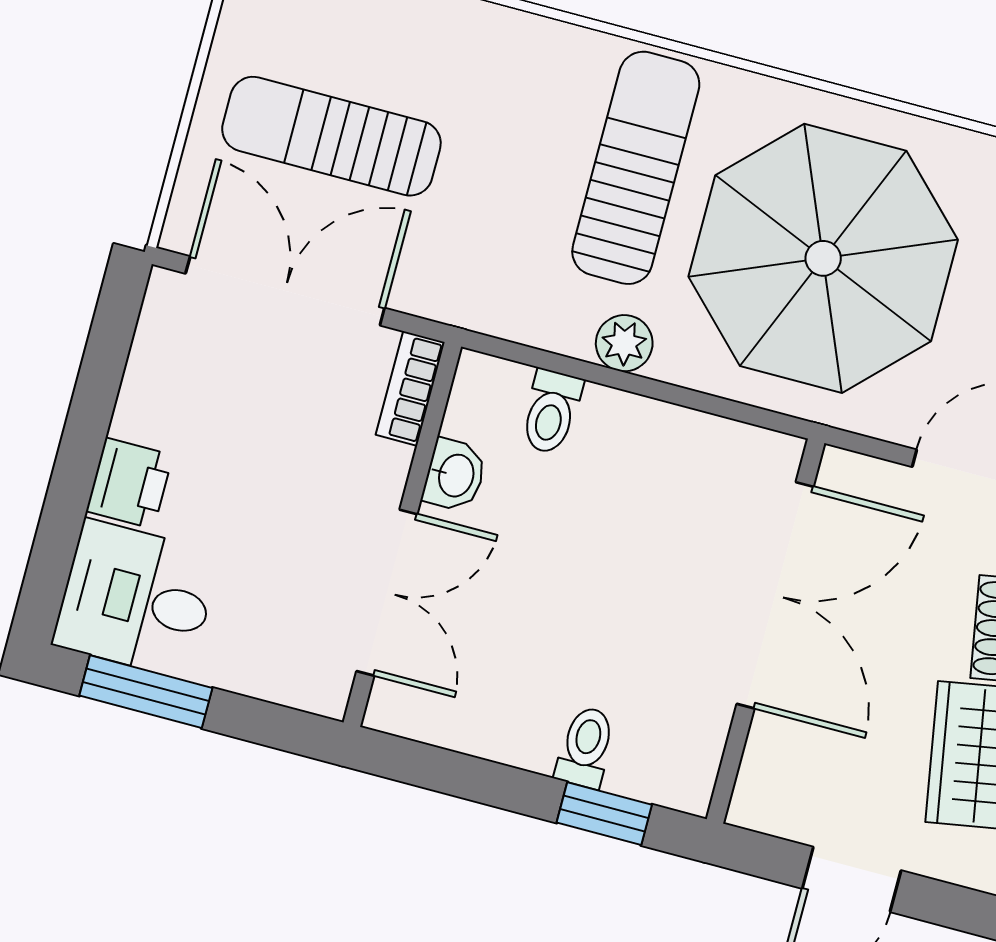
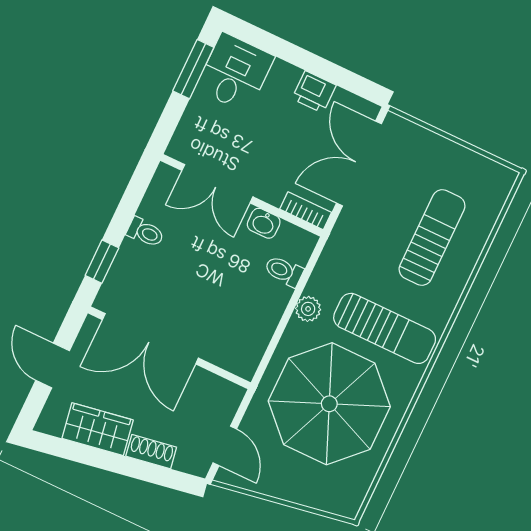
sun lounger: (331, 136) -> (432, 238), moved
double door: (285, 291) -> (359, 163), swing flipped
printer: (130, 483) -> (314, 92), moved
double door: (775, 595) -> (150, 339), moved
toilet: (586, 747) -> (145, 232), moved

